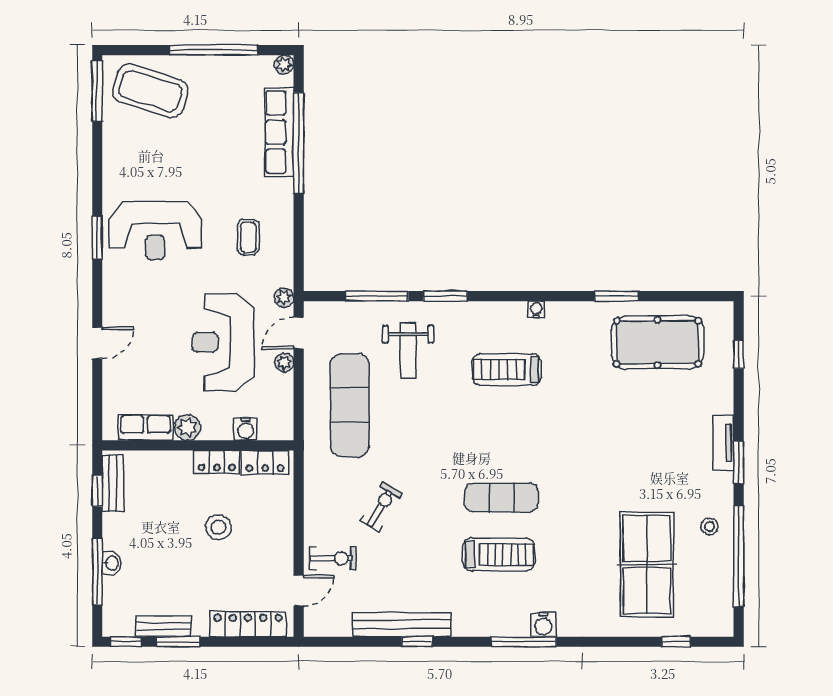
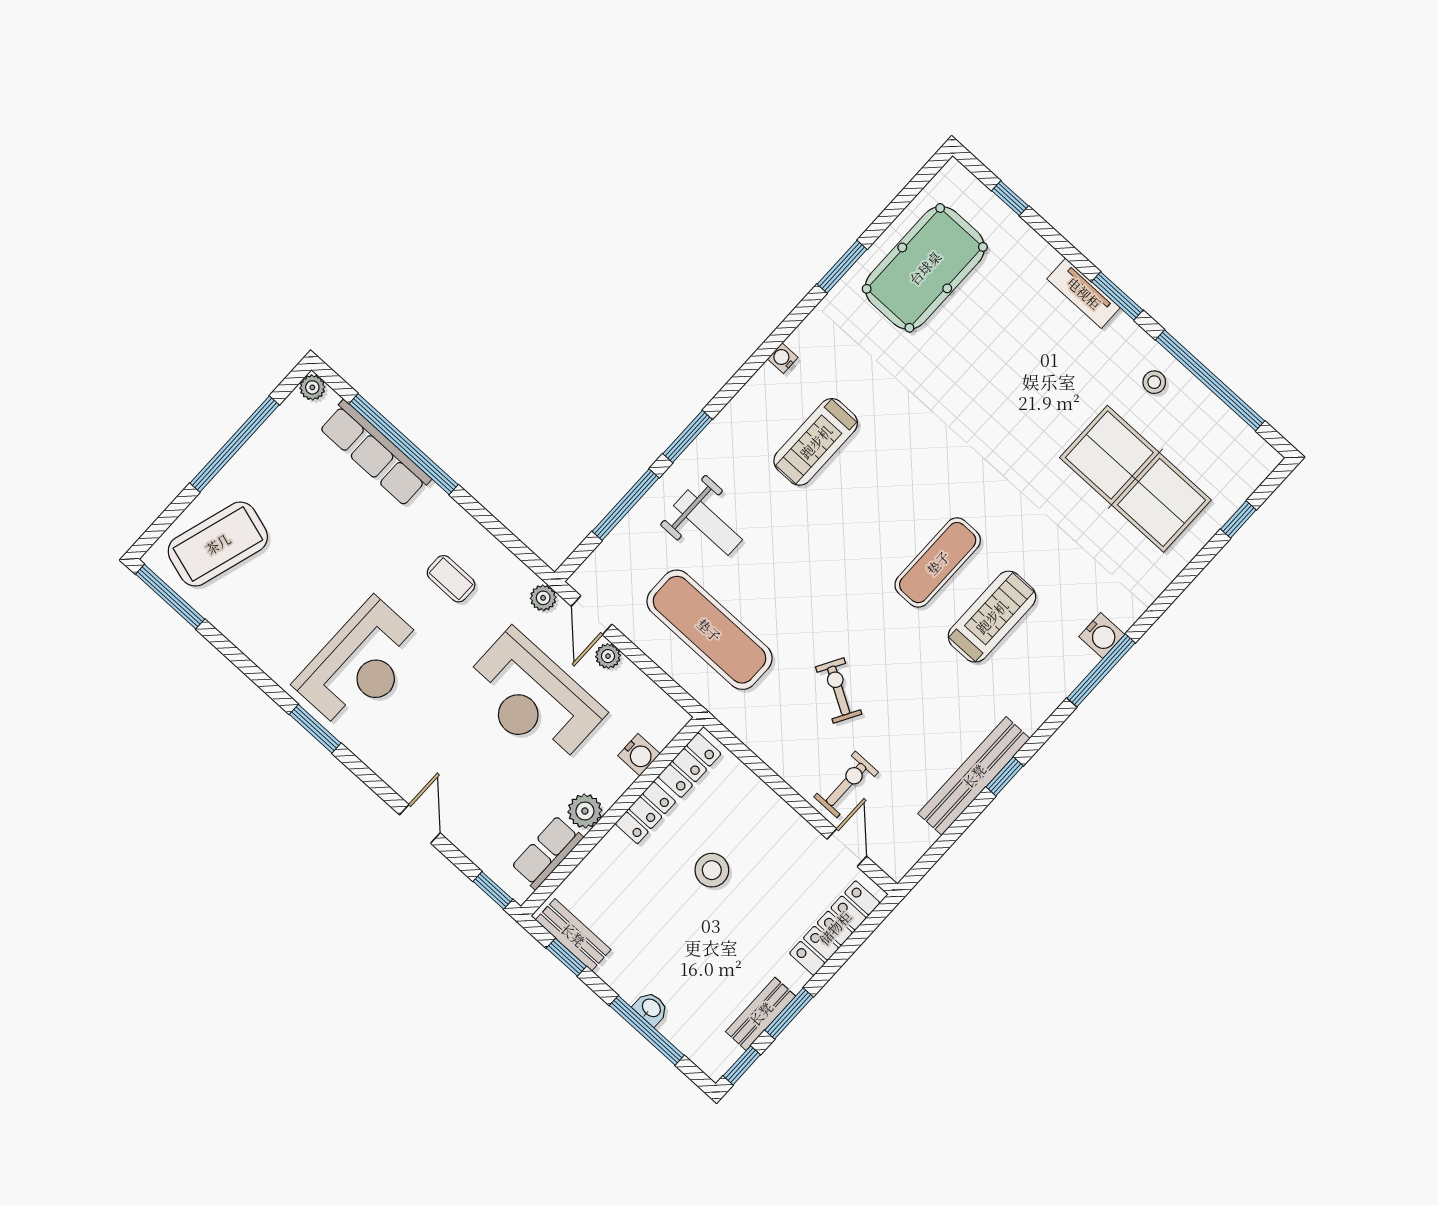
window: (97, 417) -> (493, 890), added

